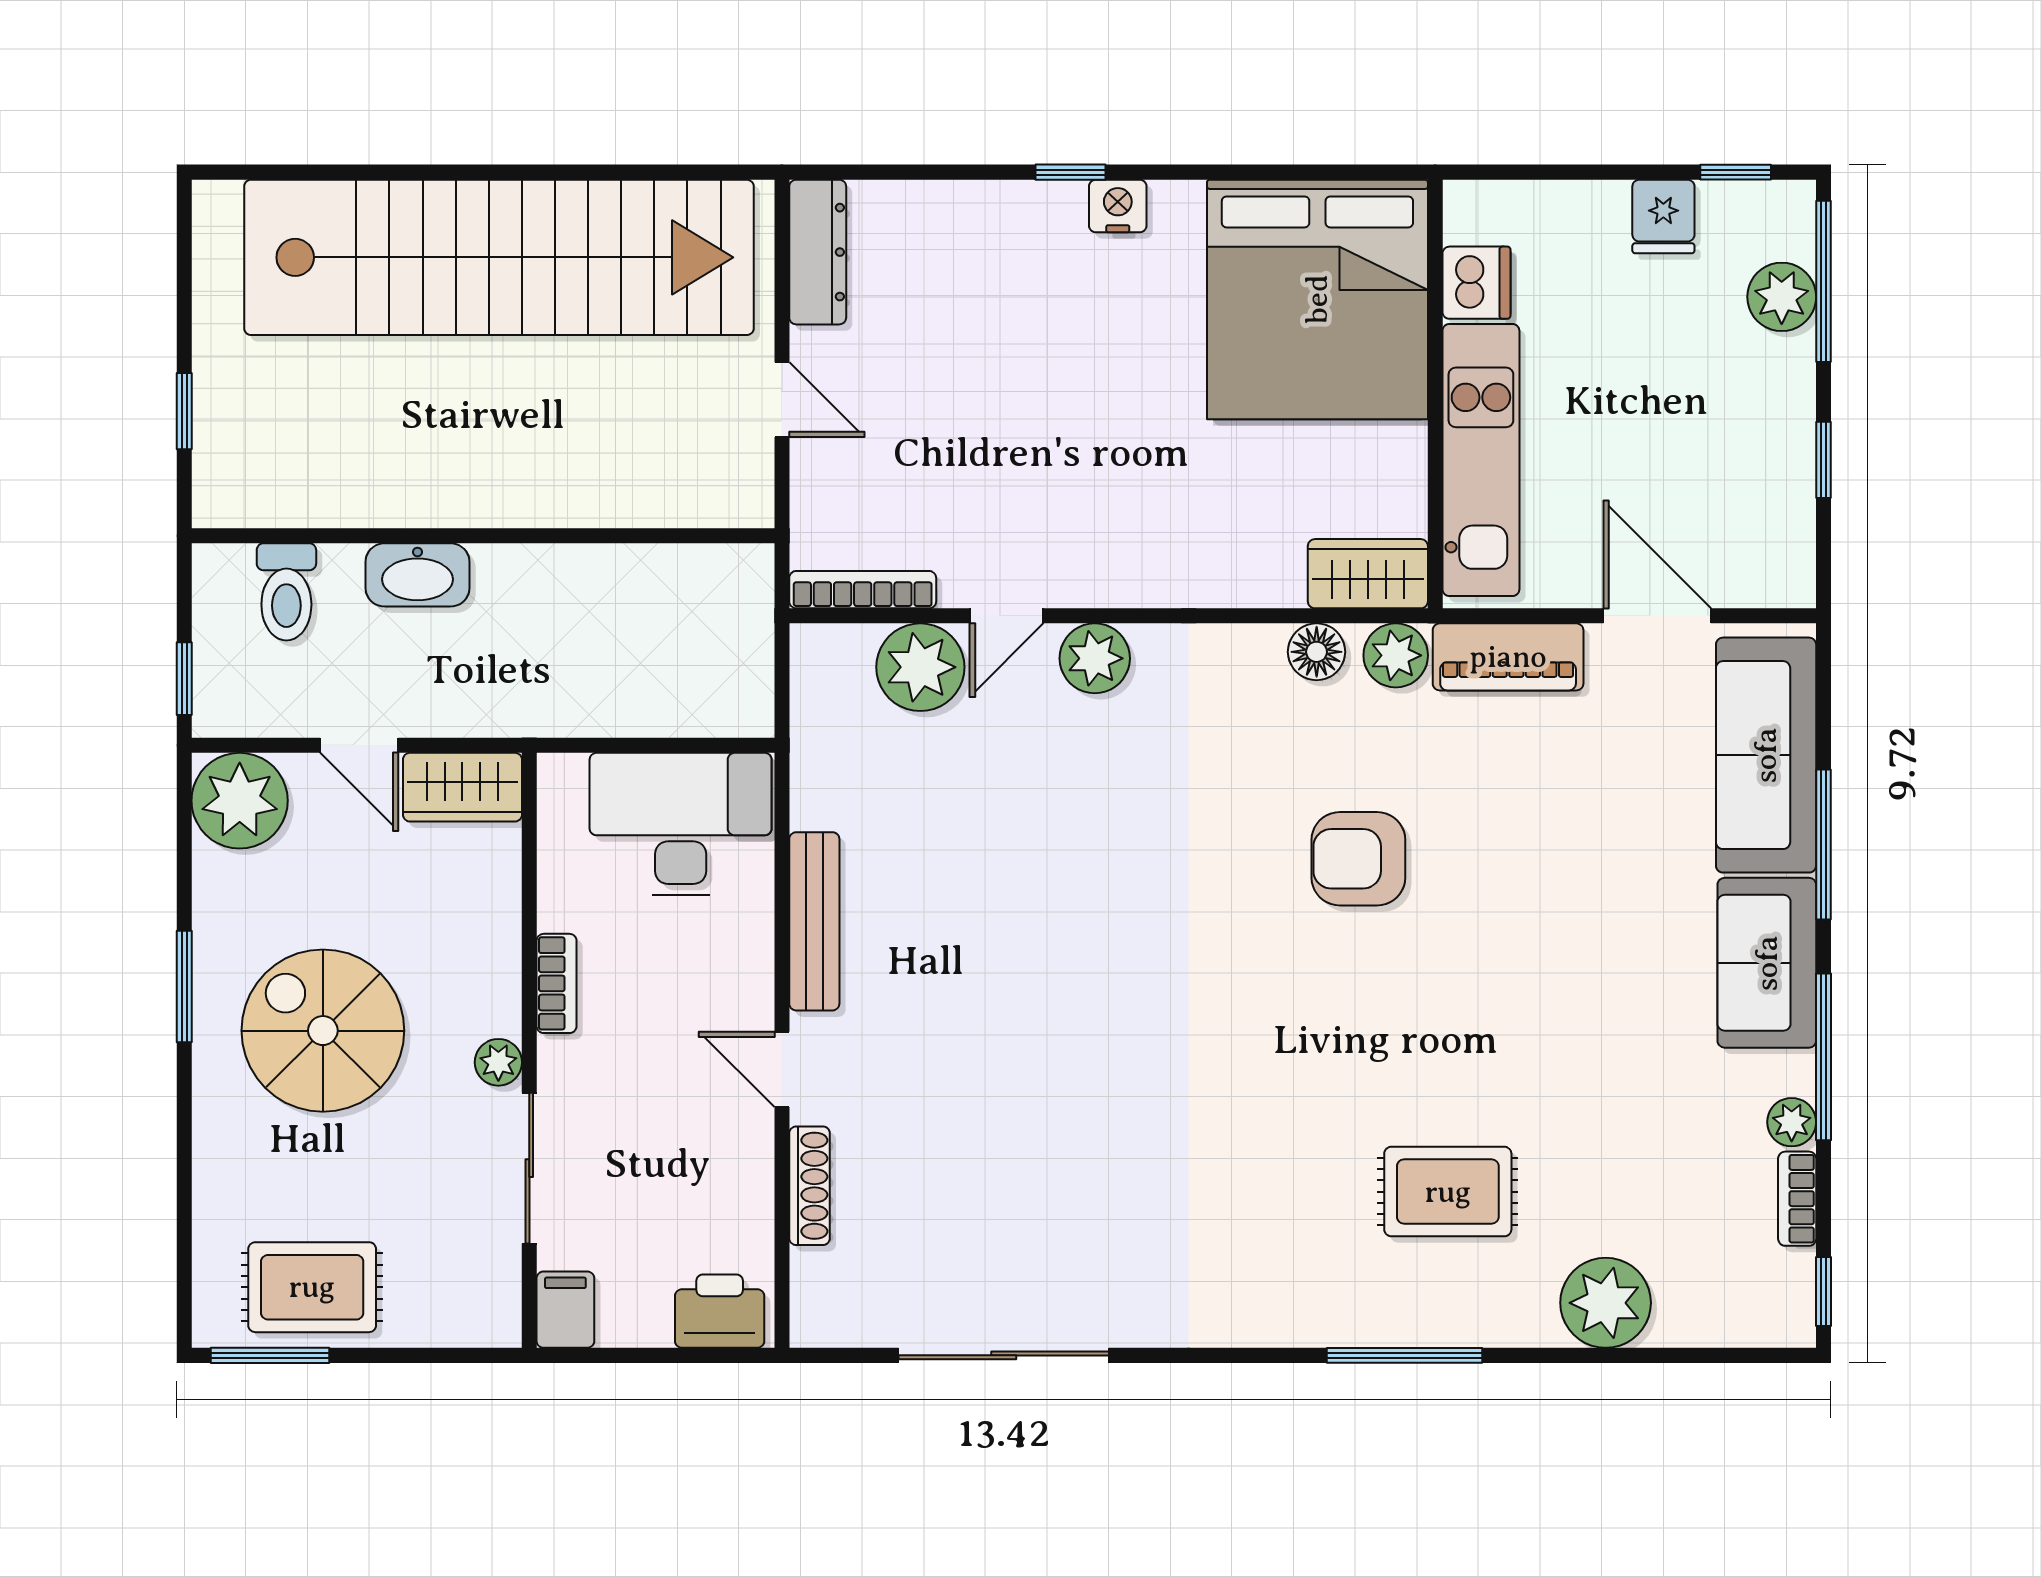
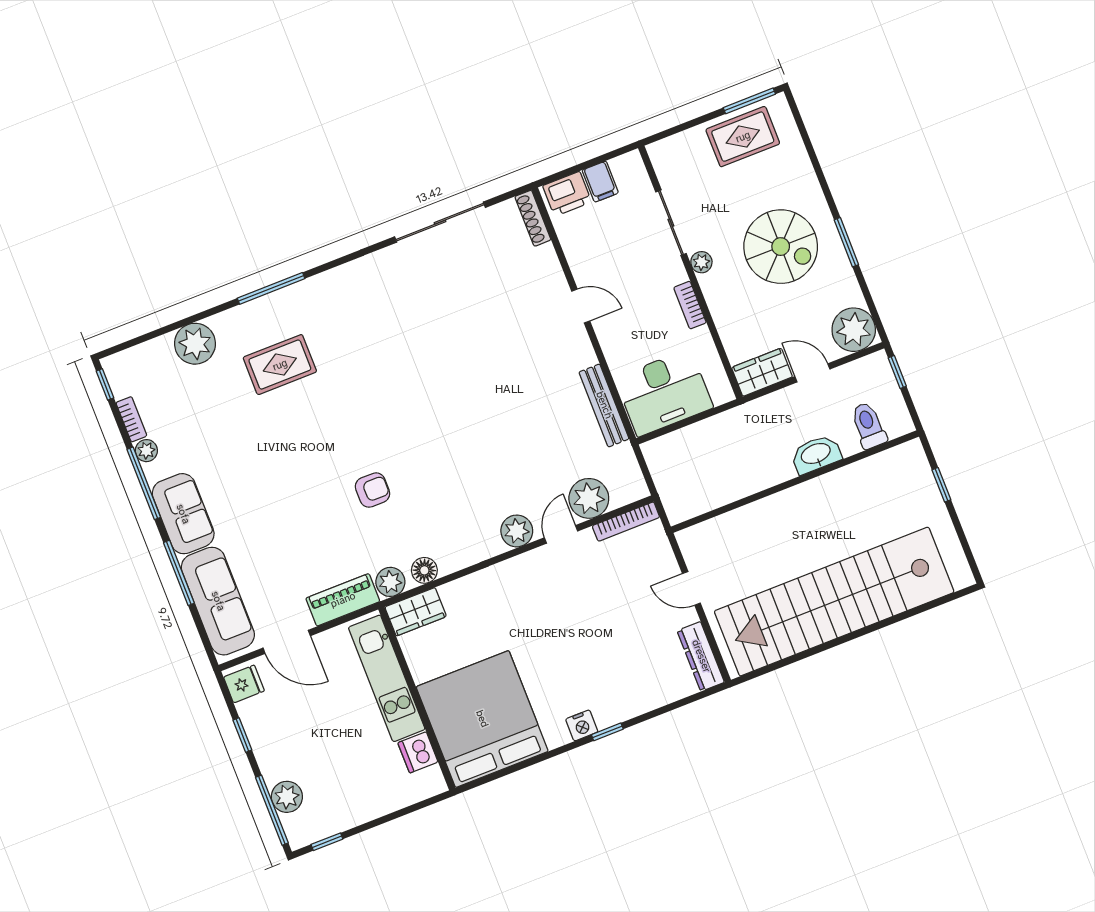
fridge: (1663, 216) -> (244, 684), moved, turned 90
armchair: (1358, 859) -> (373, 490), width x0.72, depth x0.72
bench: (814, 921) -> (604, 405), moved
shoe rack: (810, 1186) -> (533, 218), moved
filing cabinet: (565, 1310) -> (600, 182), moved

